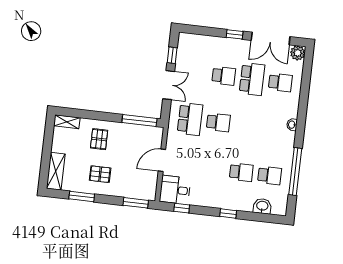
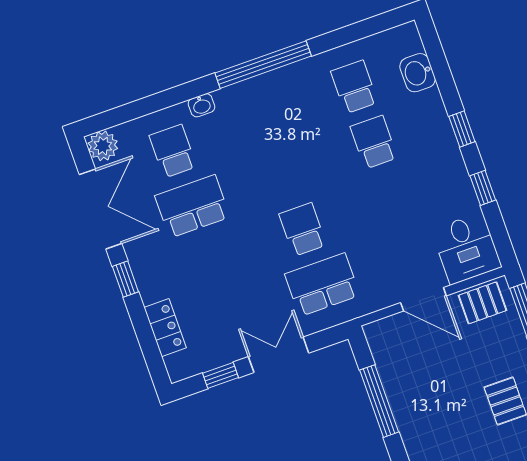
locker: (205, 41) -> (165, 328), added
school desk: (224, 76) -> (212, 262), removed
window: (139, 120) -> (379, 401), moved
washbasin: (292, 125) -> (201, 105), moved
pallet: (99, 139) -> (483, 303), moved
window: (295, 171) -> (263, 65), moved
window: (182, 208) -> (483, 188), moved

